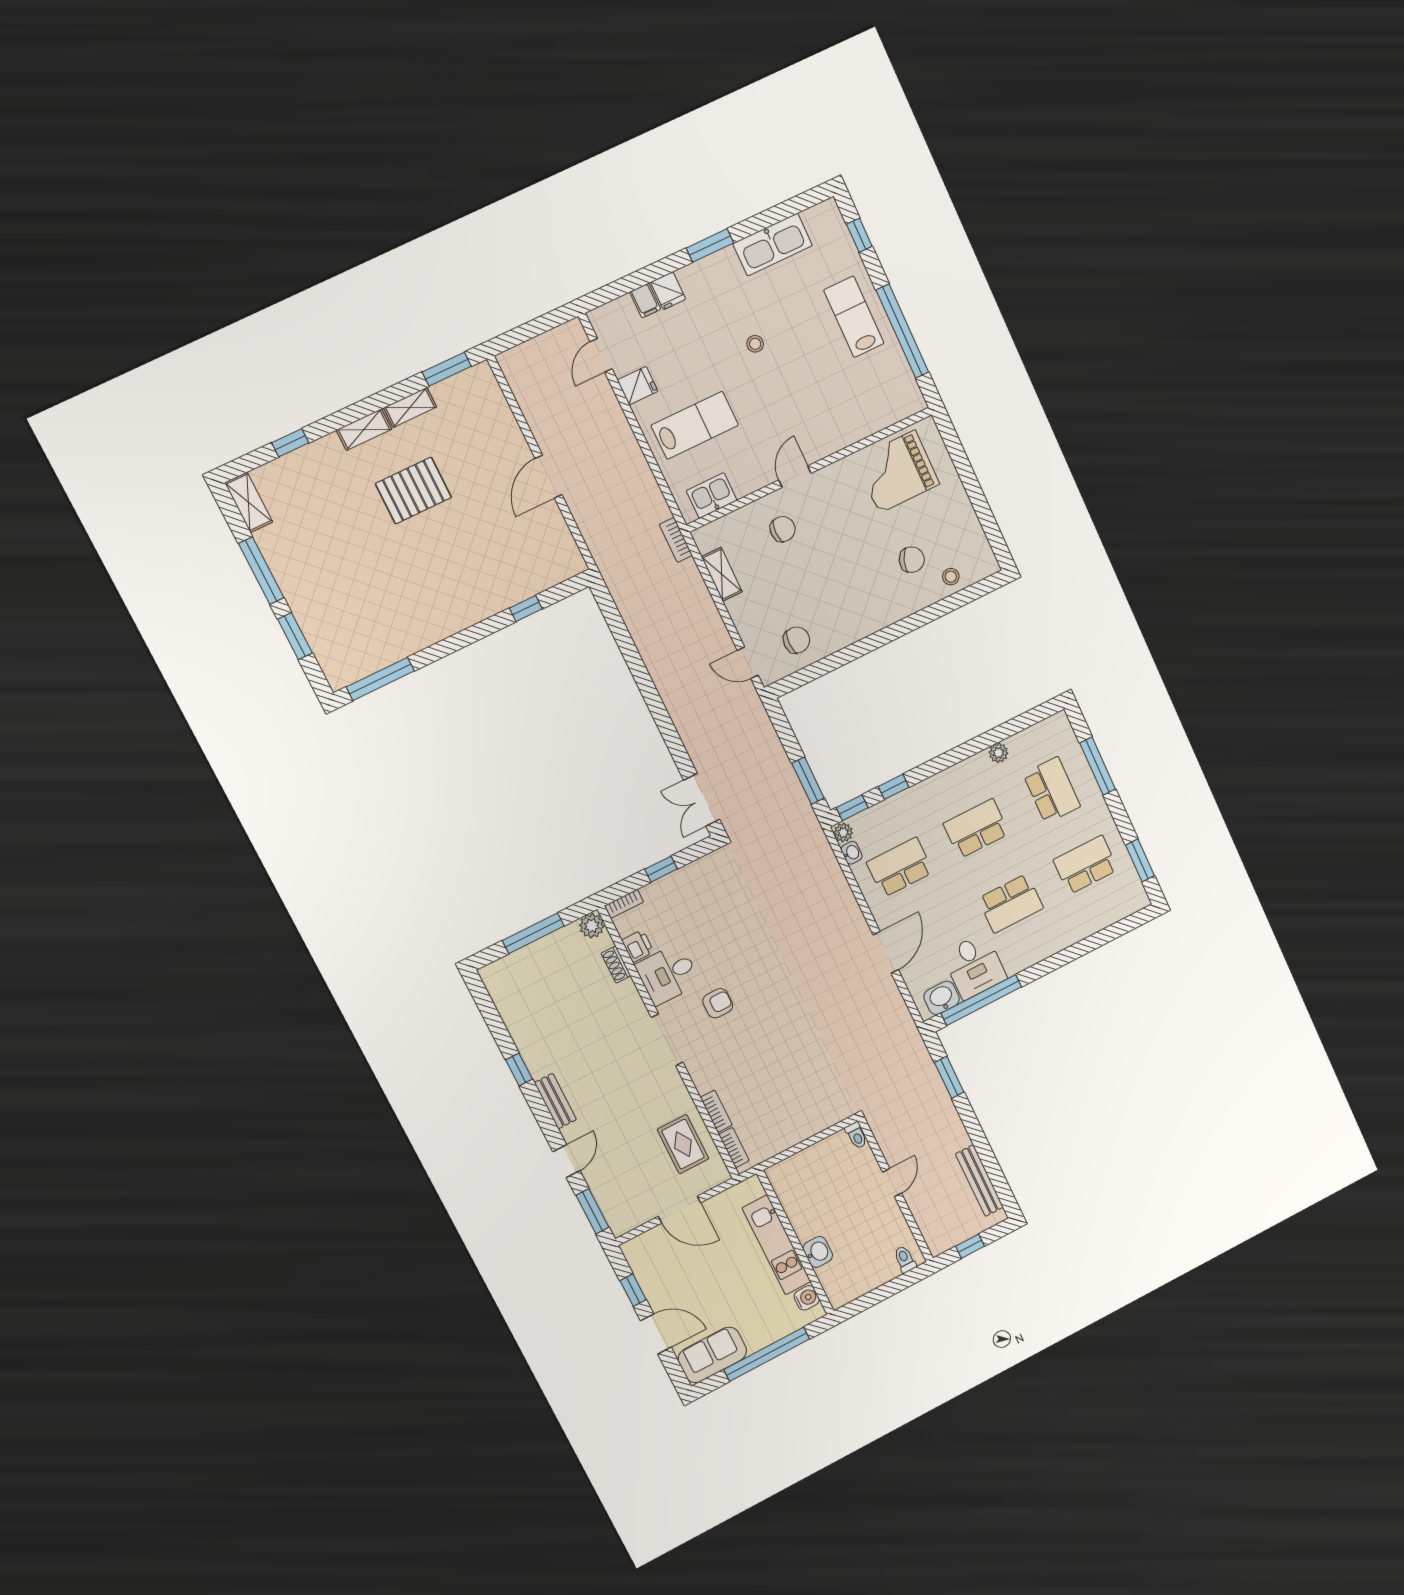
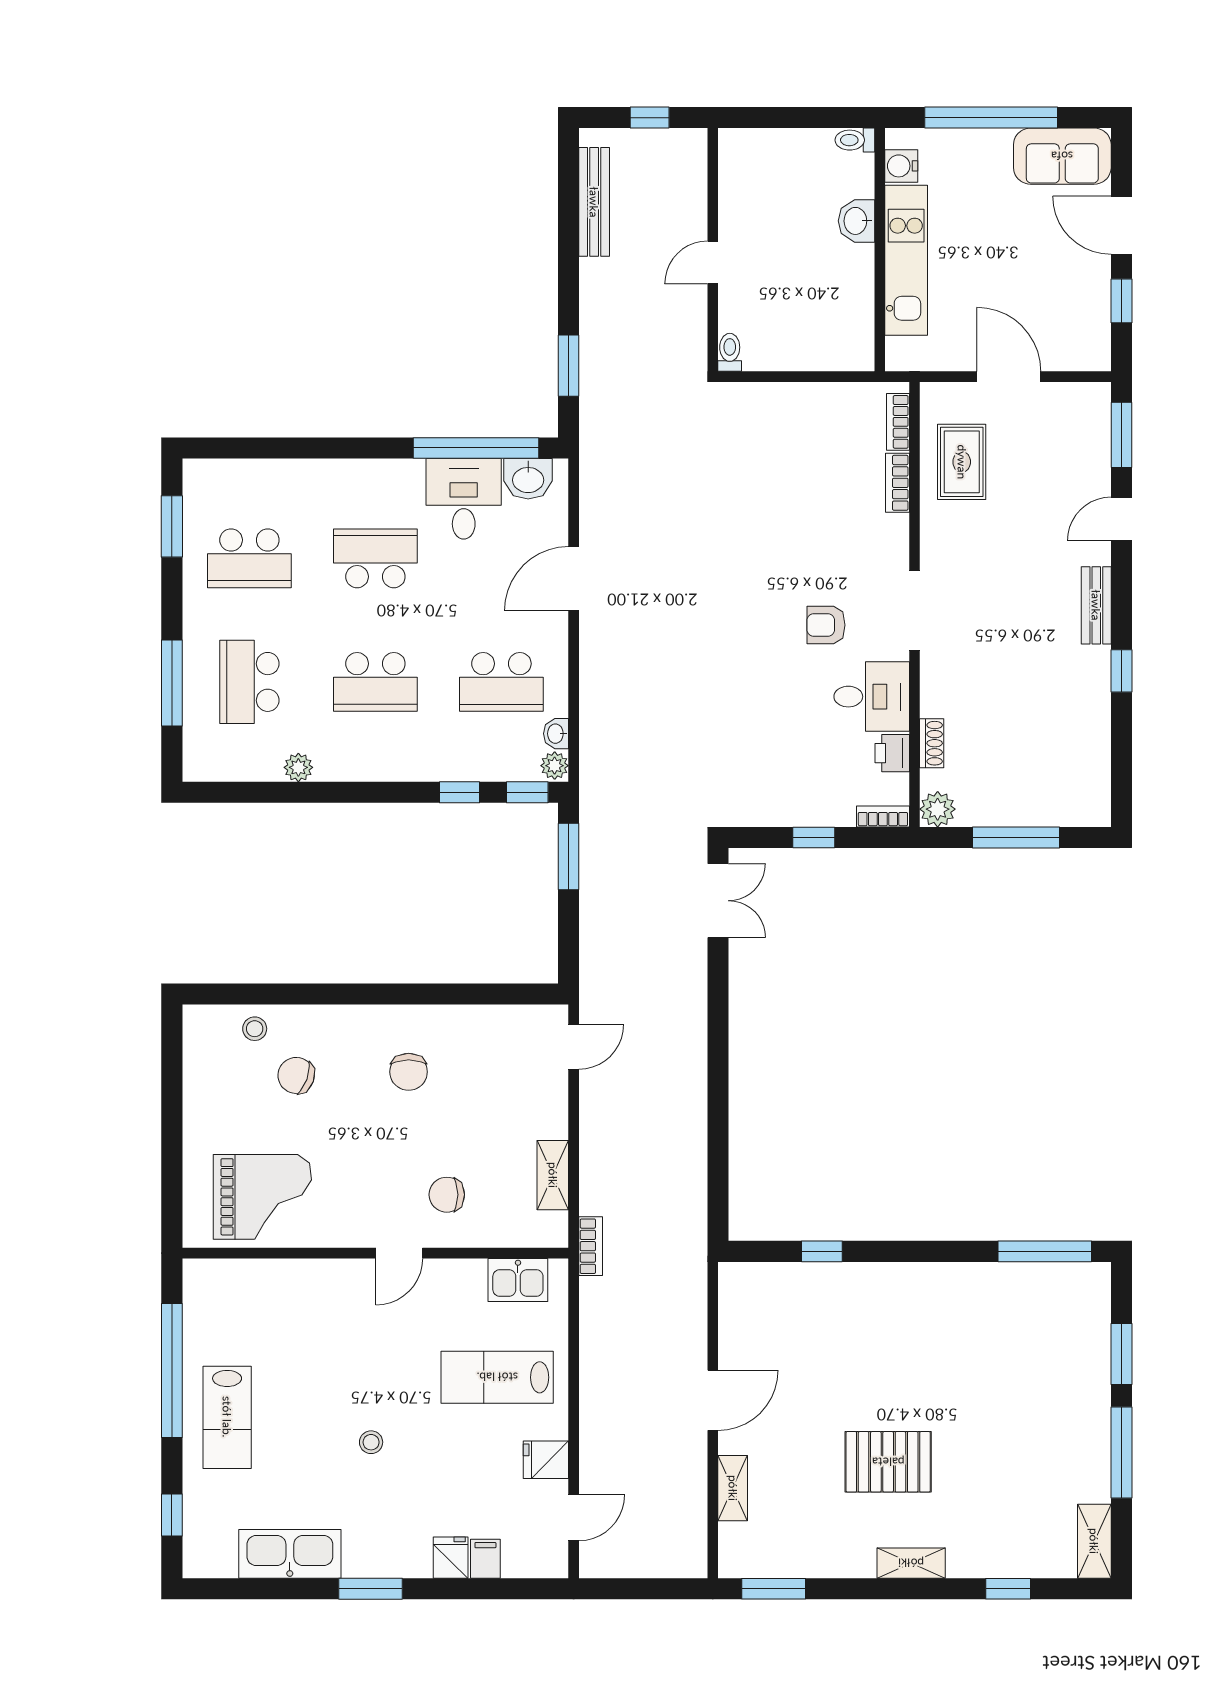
shelving: (410, 407) -> (733, 1488), moved, turned 90
chair: (797, 640) -> (409, 1072), moved, turned -90
door: (748, 663) -> (574, 1047), hinge flipped
toilet: (905, 1259) -> (855, 140), moved, turned 90

